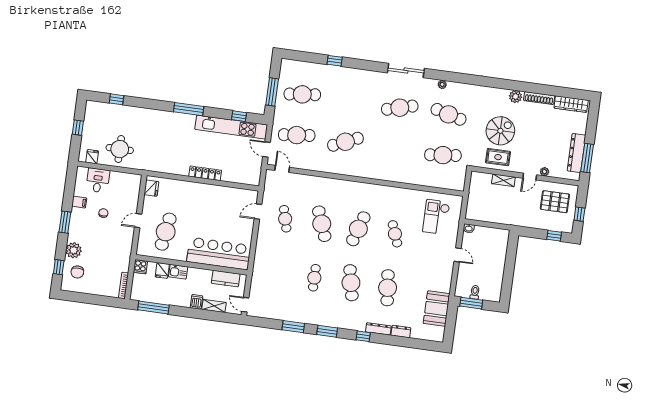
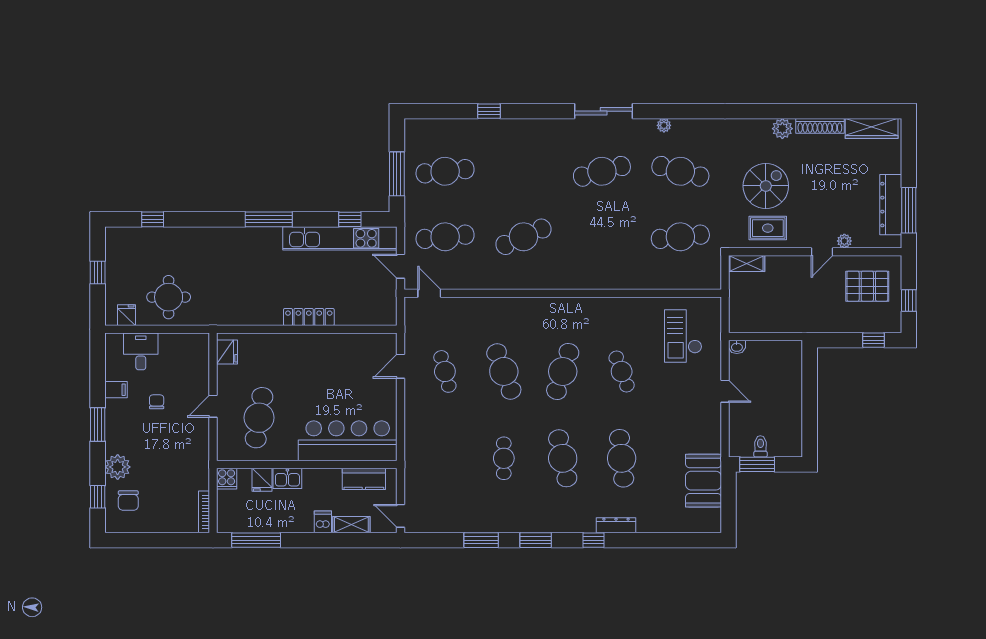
shelving: (503, 180) -> (747, 264), moved
dresser: (401, 332) -> (652, 525), removed

